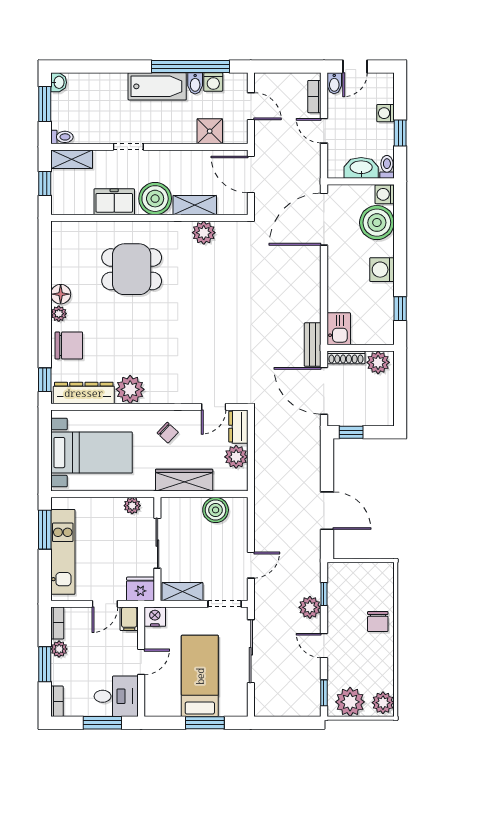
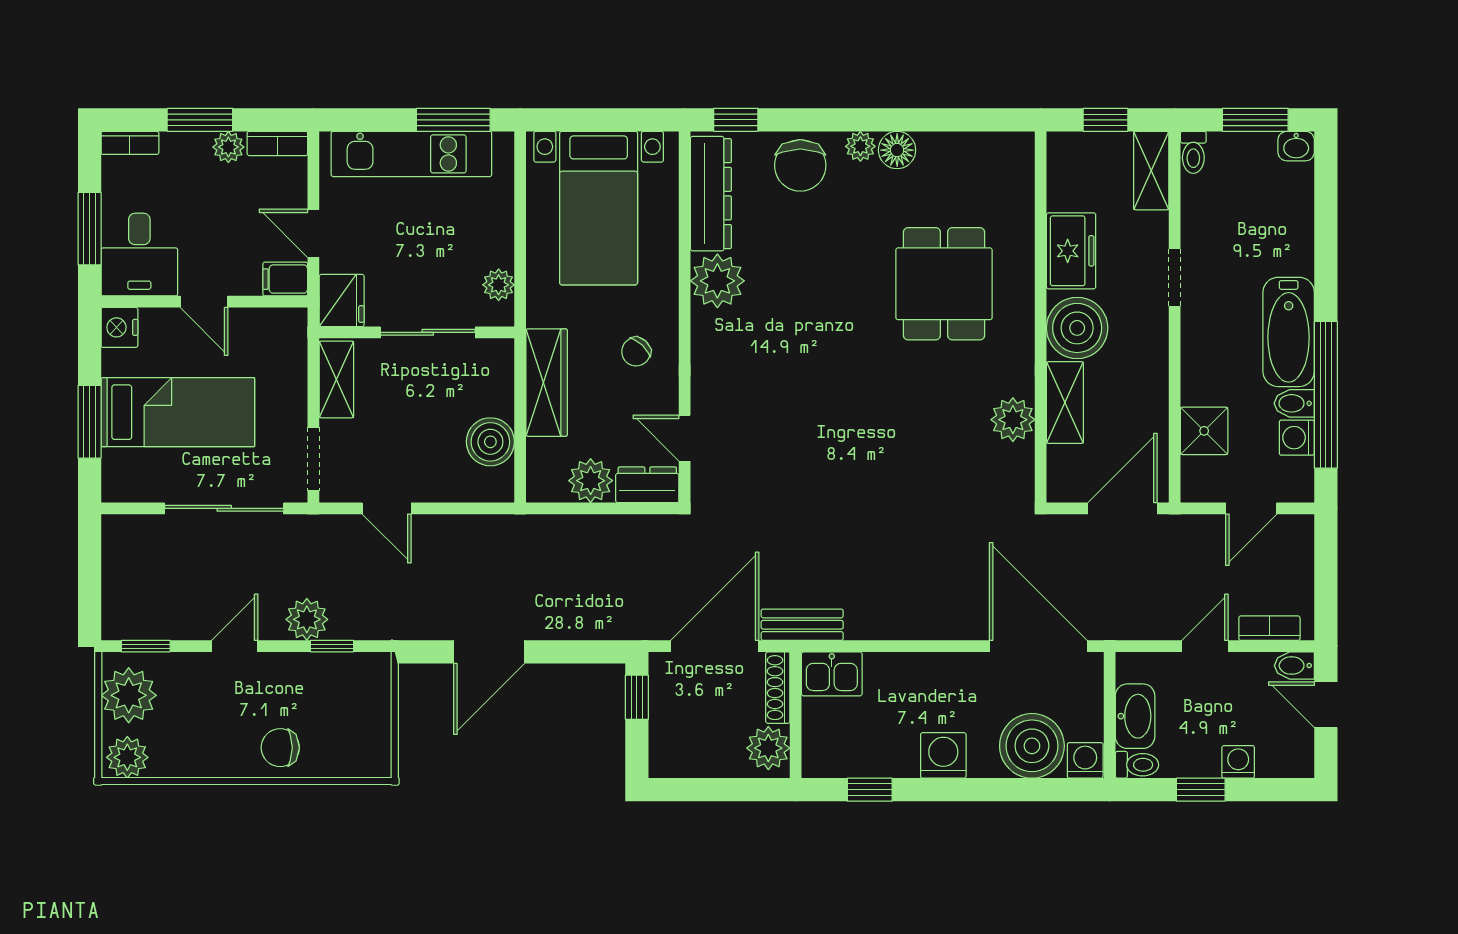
nightstand: (155, 617) -> (119, 327), moved, turned 180

